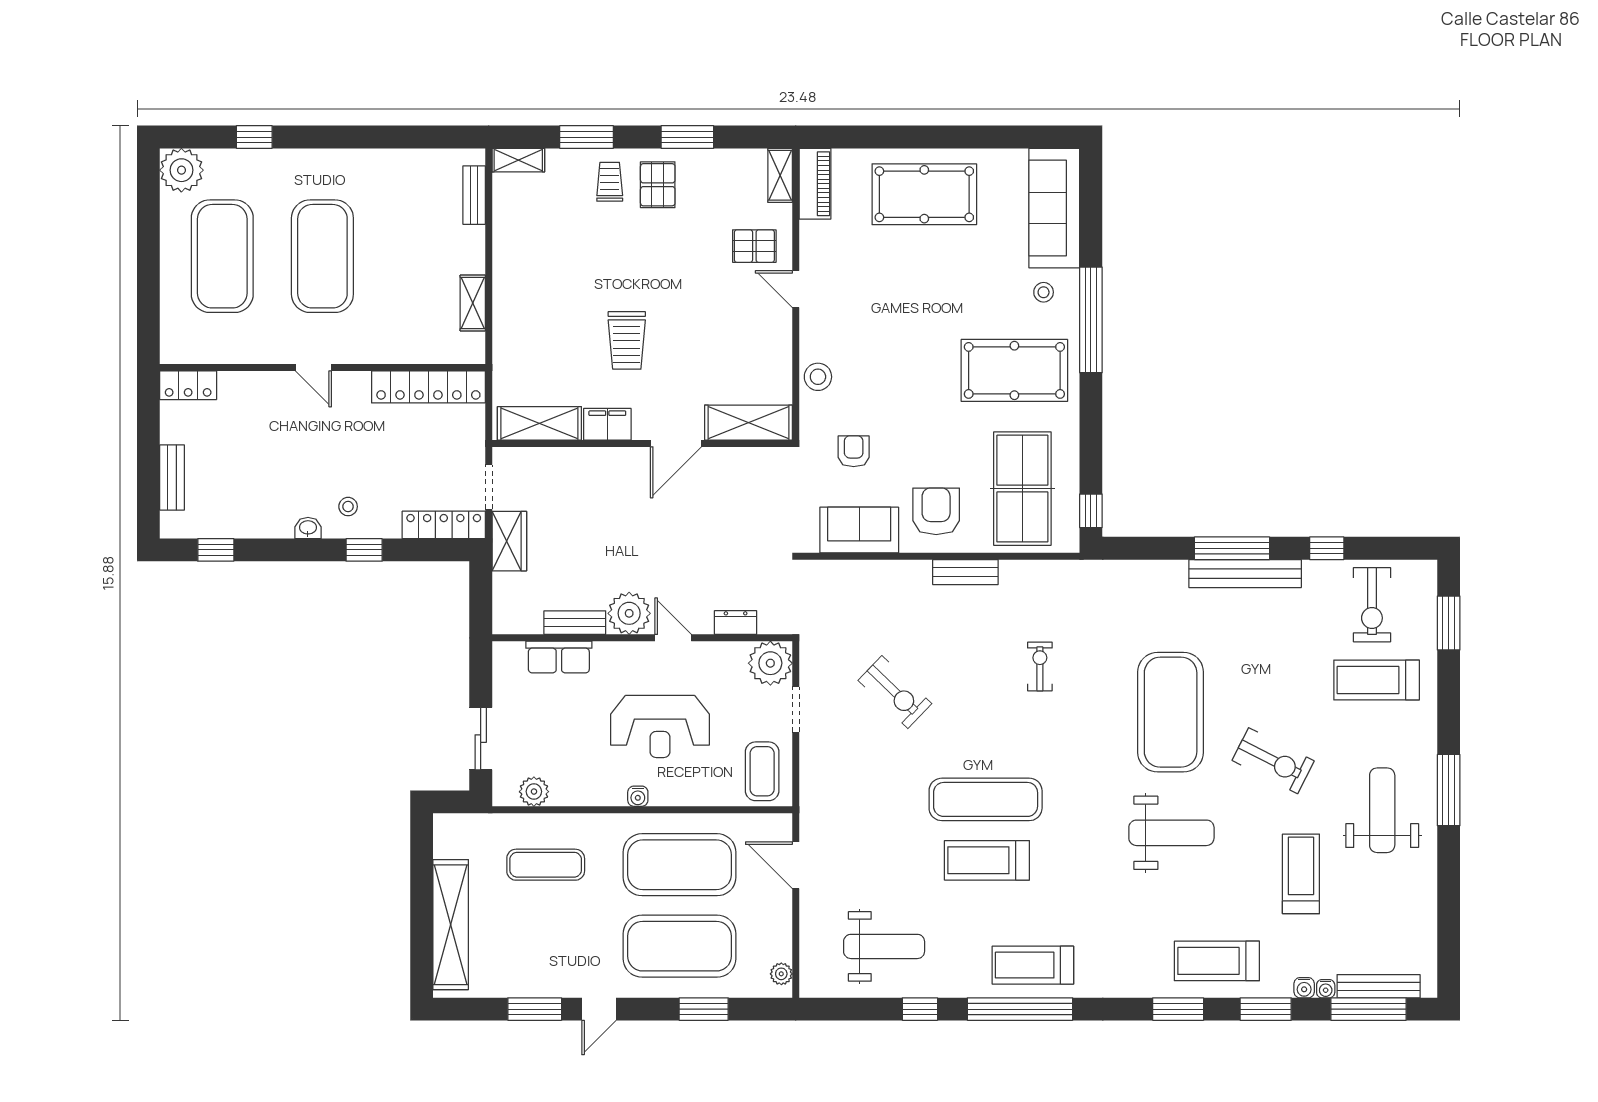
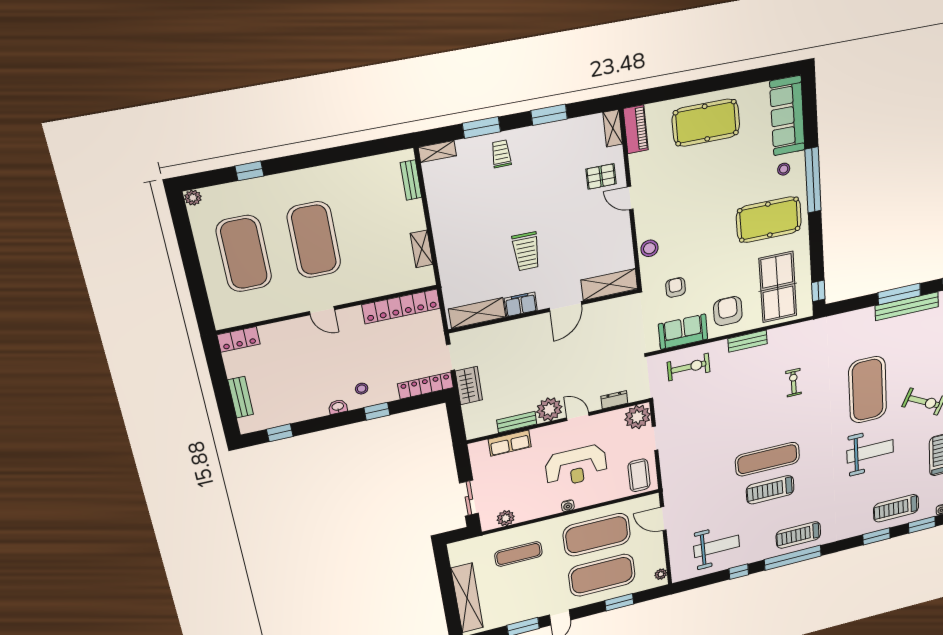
plant: (181, 170) -> (193, 198), width x0.53, depth x0.53
pallet: (658, 185) -> (533, 150), removed
exercise bike: (895, 692) -> (689, 367), moved, turned -44

